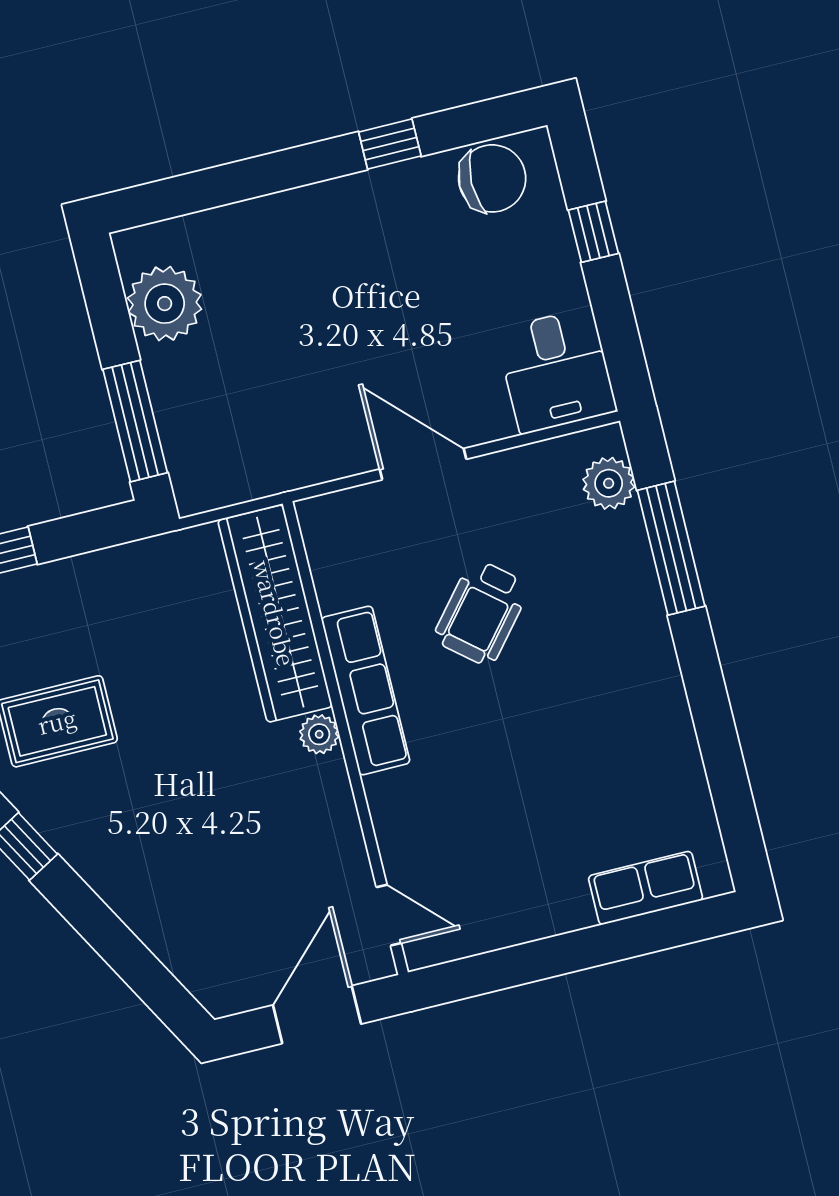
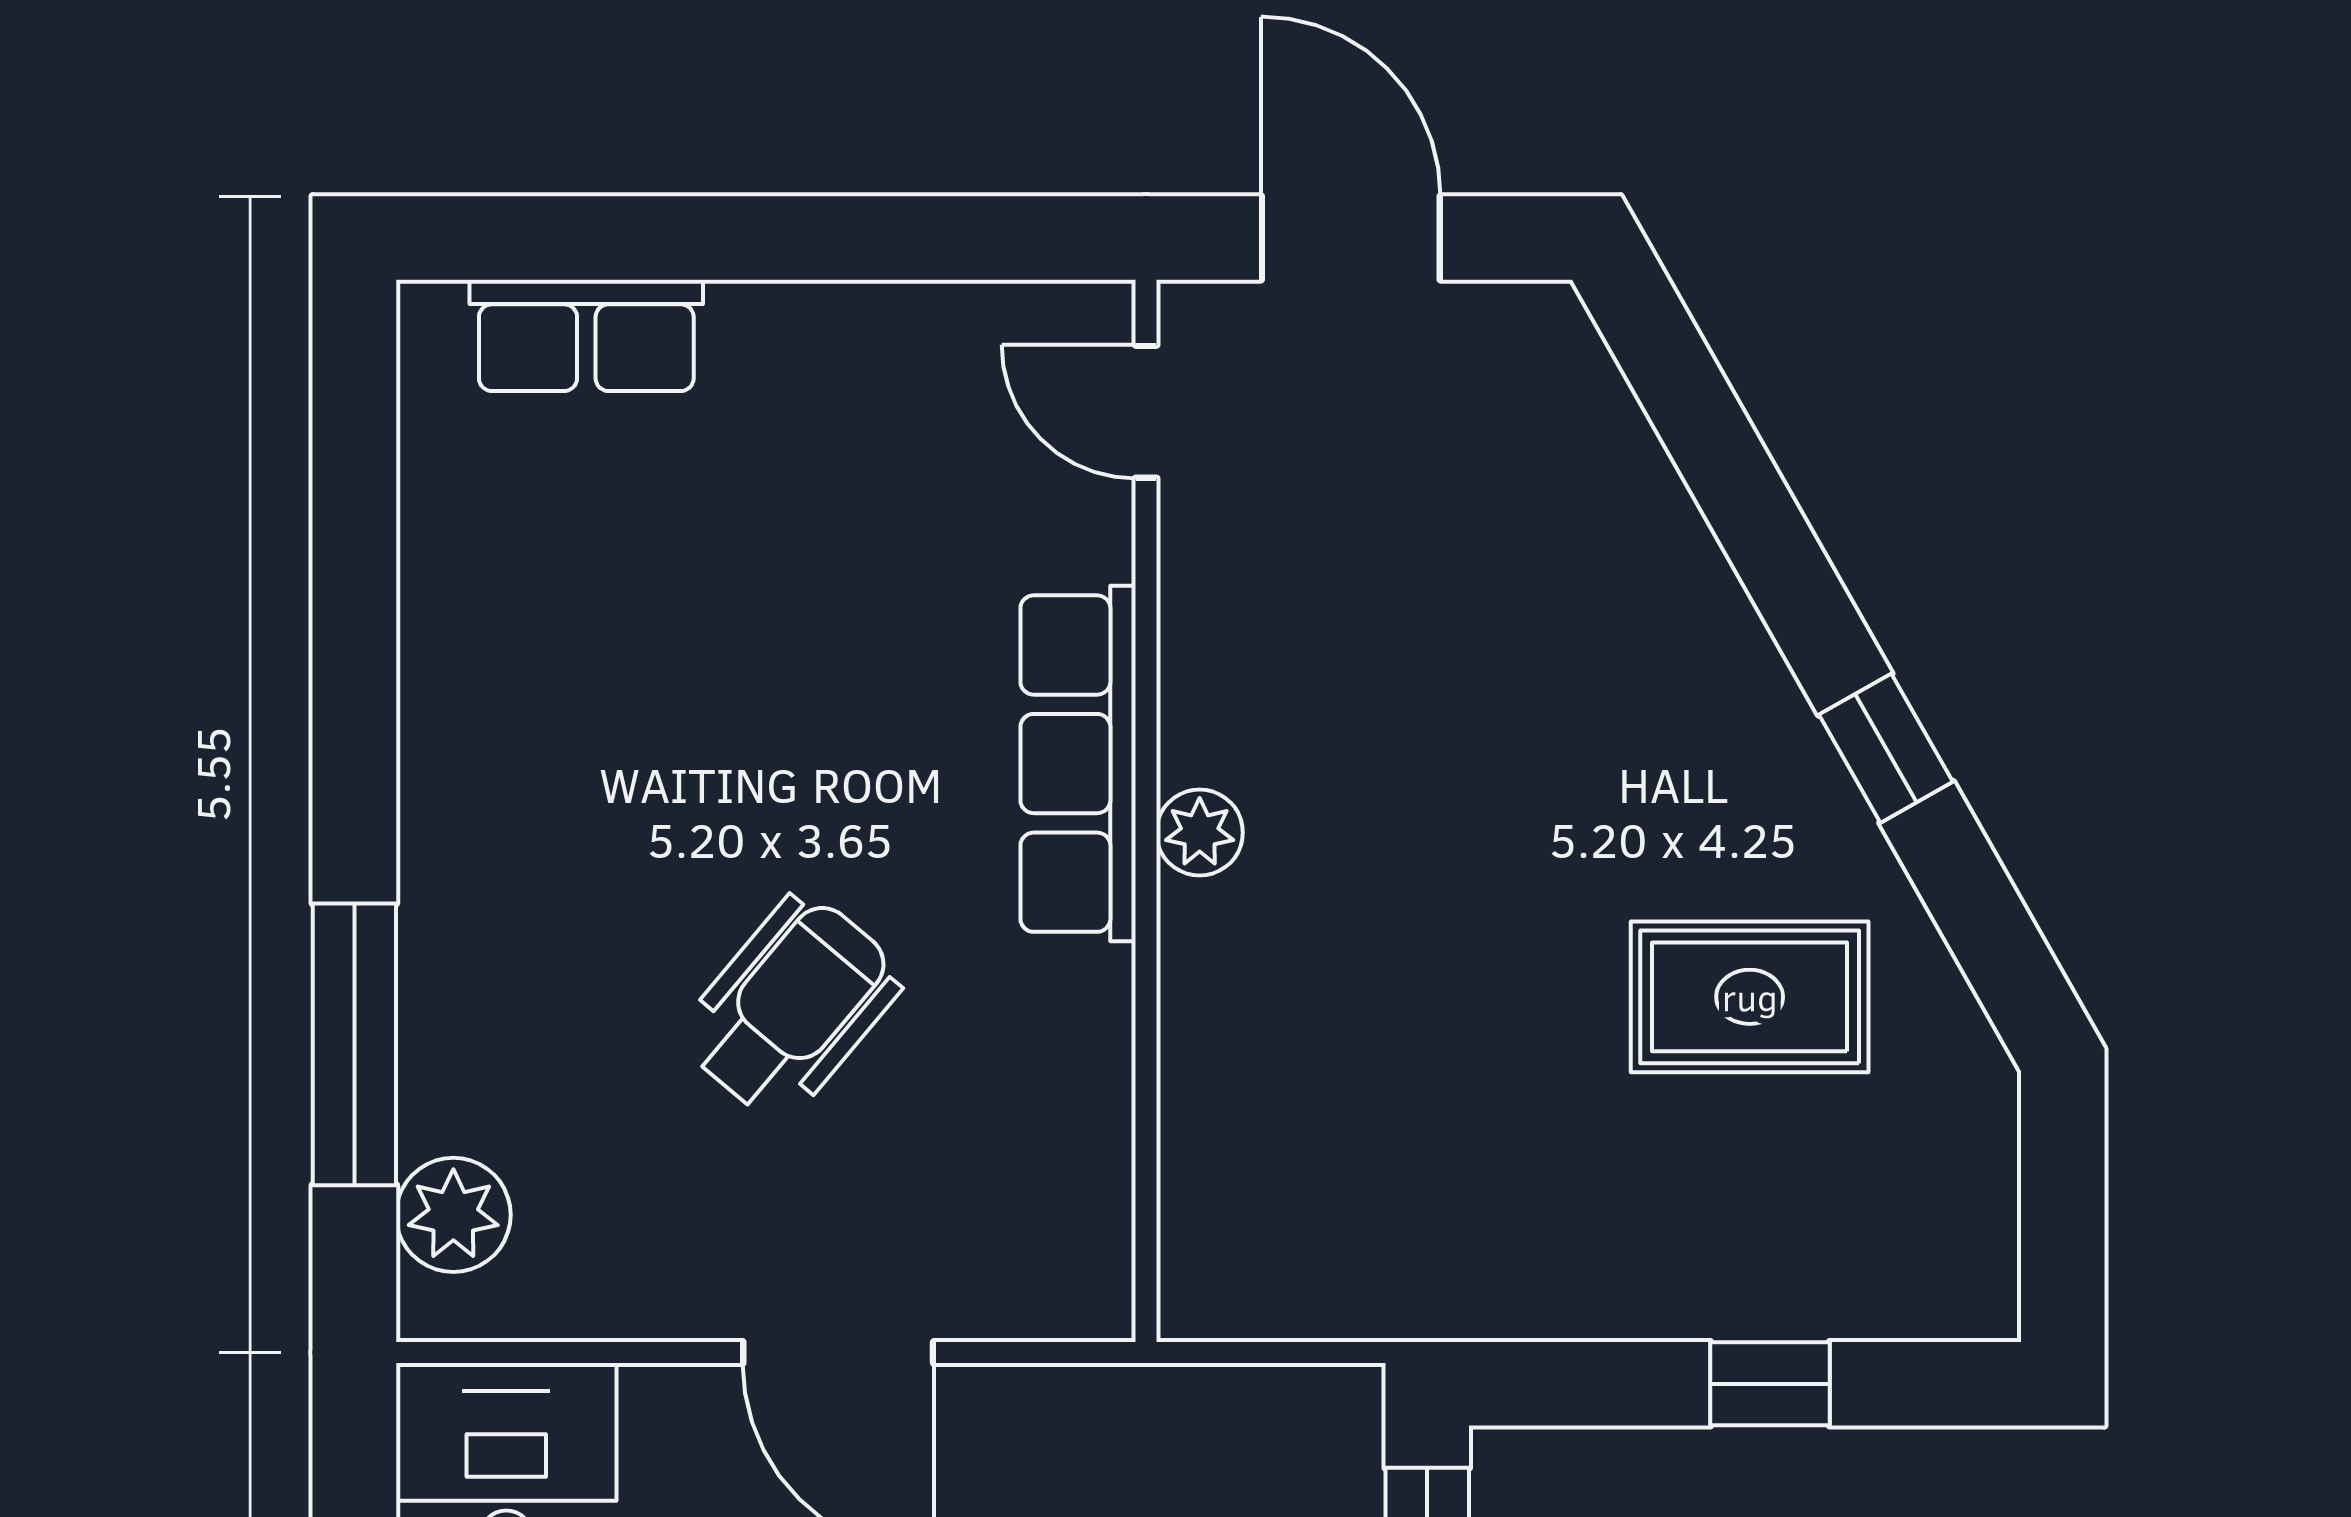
wardrobe: (275, 613) -> (1230, 1112), removed
row of seats: (366, 690) -> (1078, 764), moved
door: (317, 1015) -> (1351, 238), swing flipped

